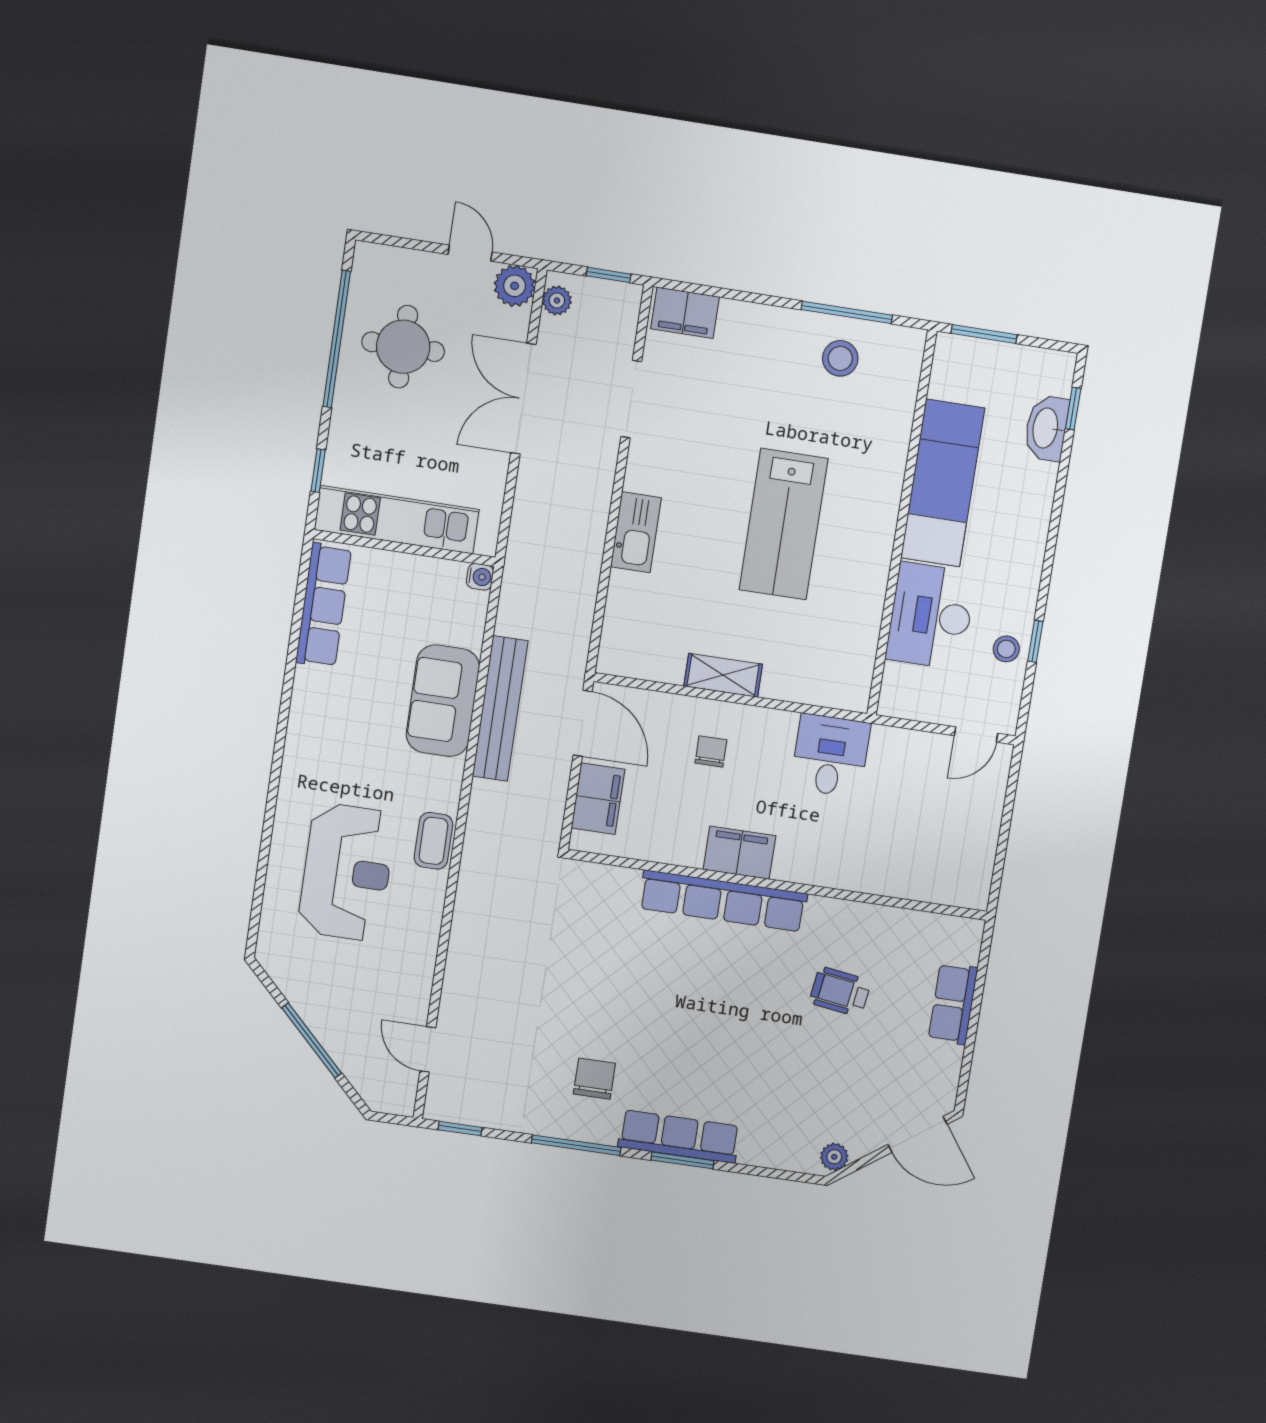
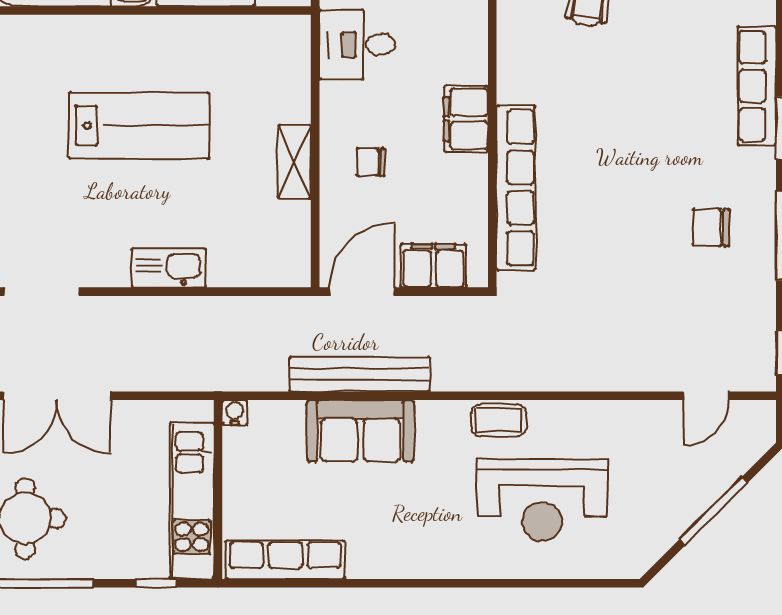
reception desk: (347, 872) -> (542, 500), turned 180
row of seats: (723, 901) -> (516, 188), moved
row of seats: (679, 1137) -> (757, 86), moved

